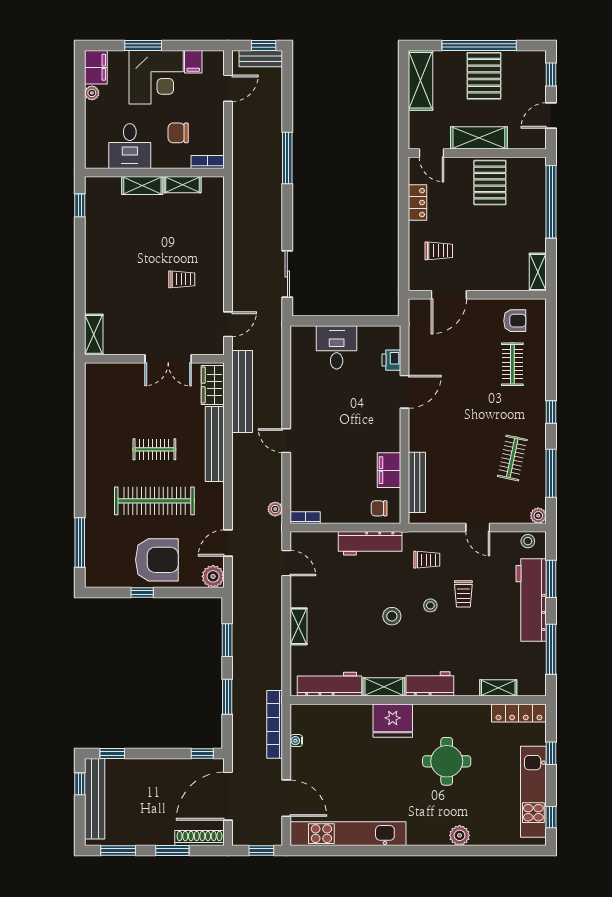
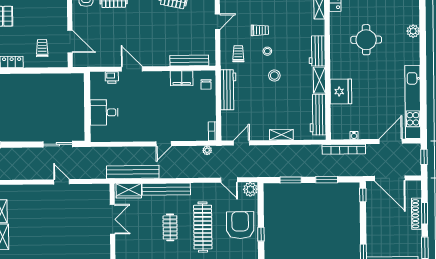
trolley: (182, 279) -> (62, 211), removed
door: (228, 324) -> (62, 182), moved
fridge: (393, 721) -> (341, 92), moved
shoe rack: (199, 838) -> (417, 214), moved

